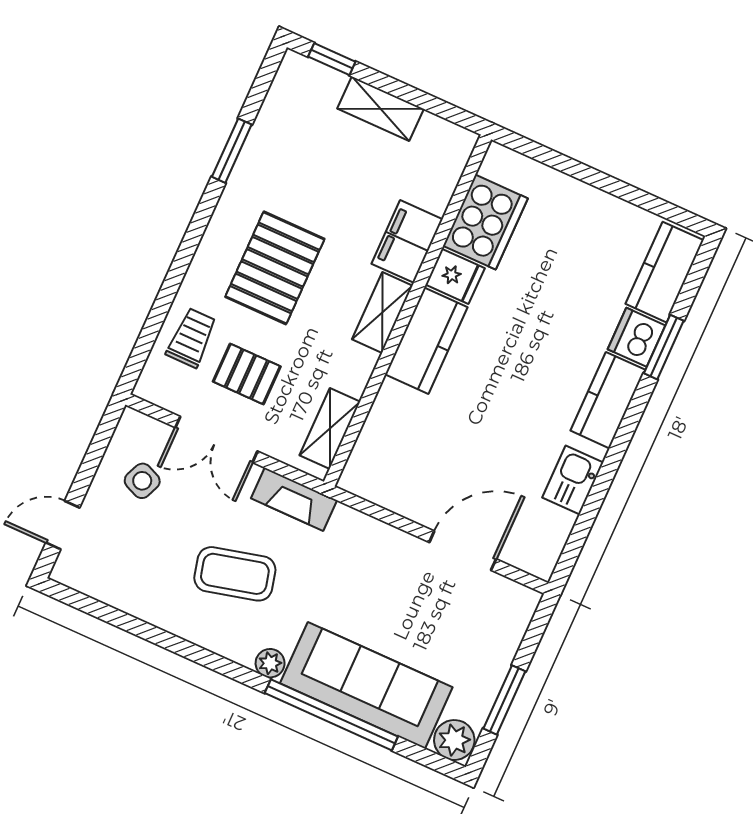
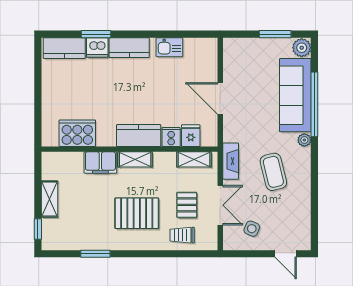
fridge: (455, 276) -> (191, 136), moved
cooker: (394, 404) -> (171, 137), added
door: (463, 551) -> (220, 98), moved

